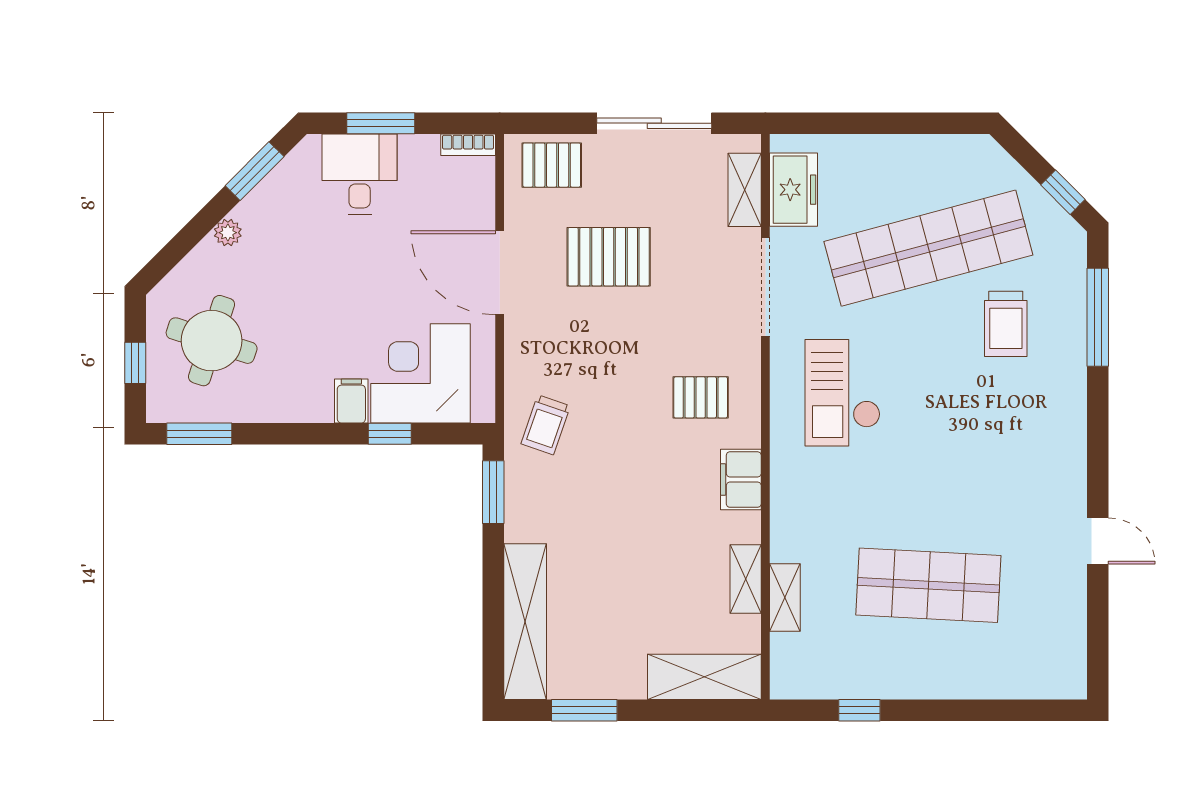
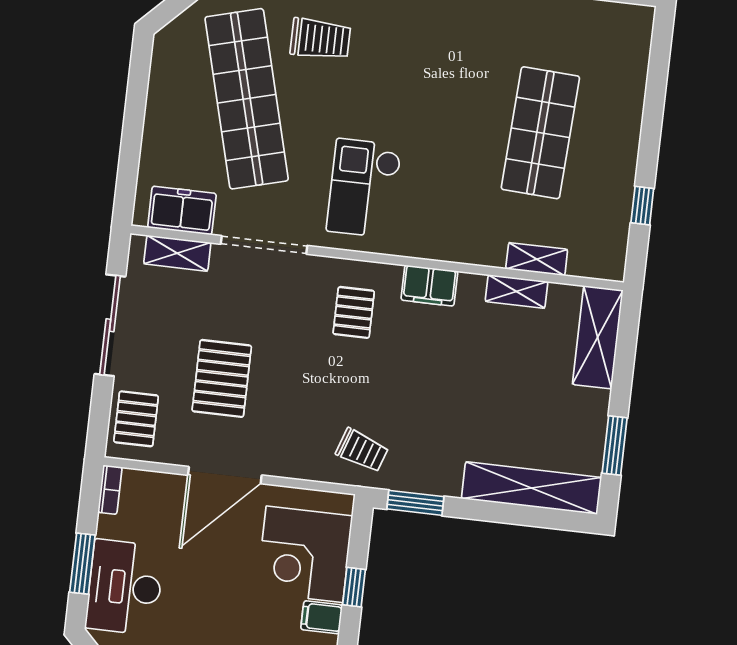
desk: (360, 174) -> (125, 587), width x1.37
checkout: (843, 393) -> (364, 188), turned 90

